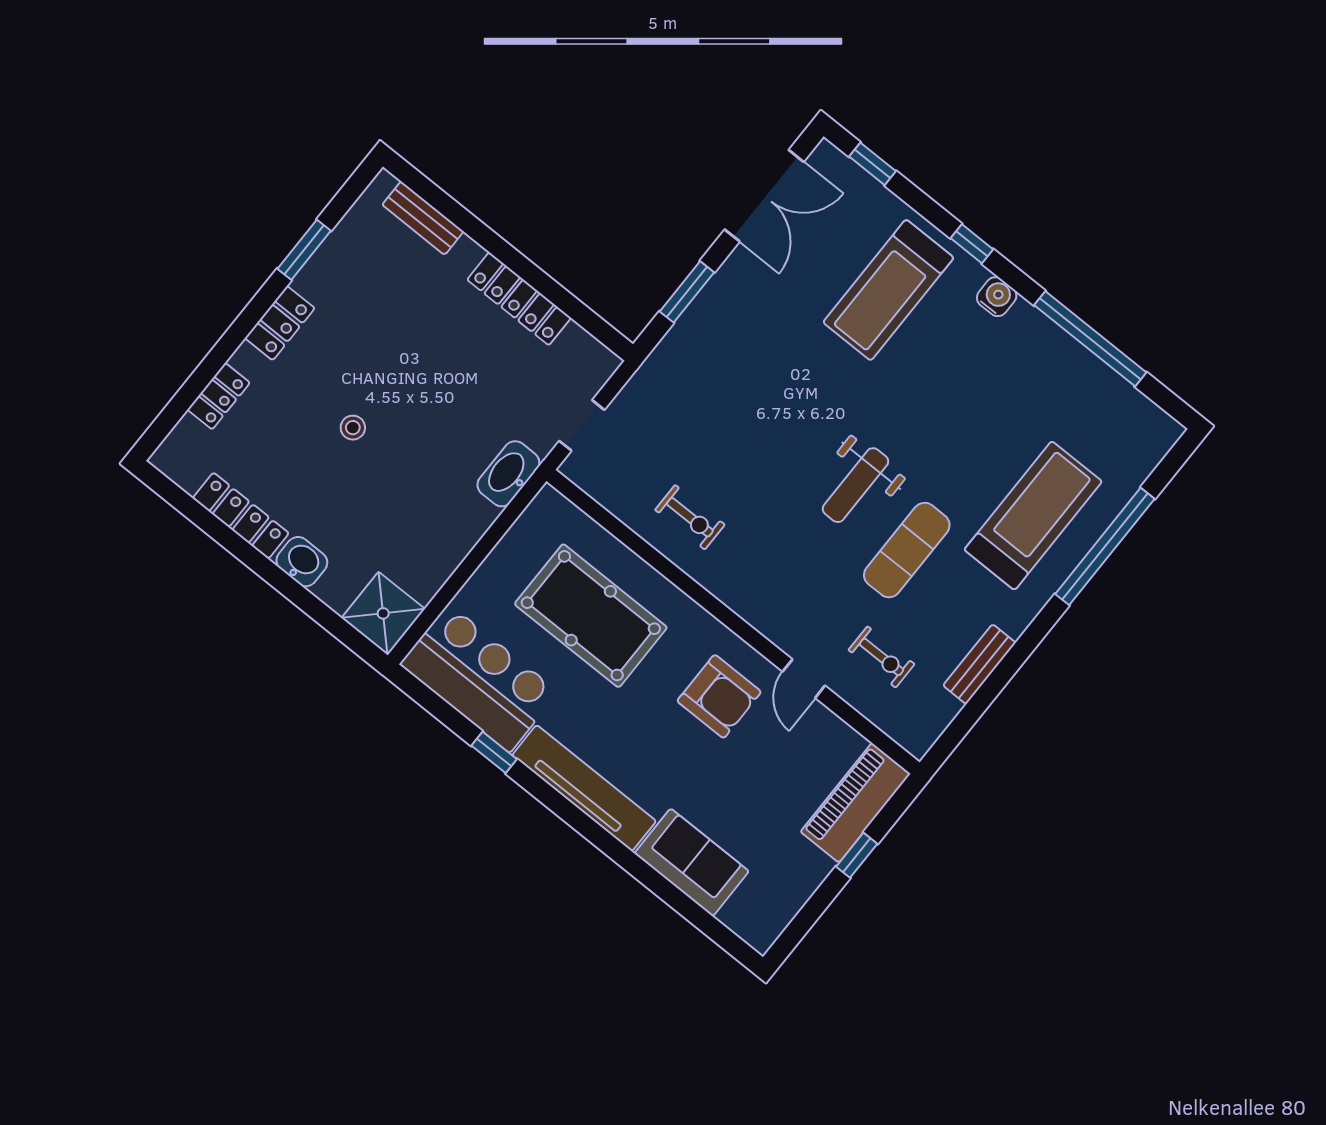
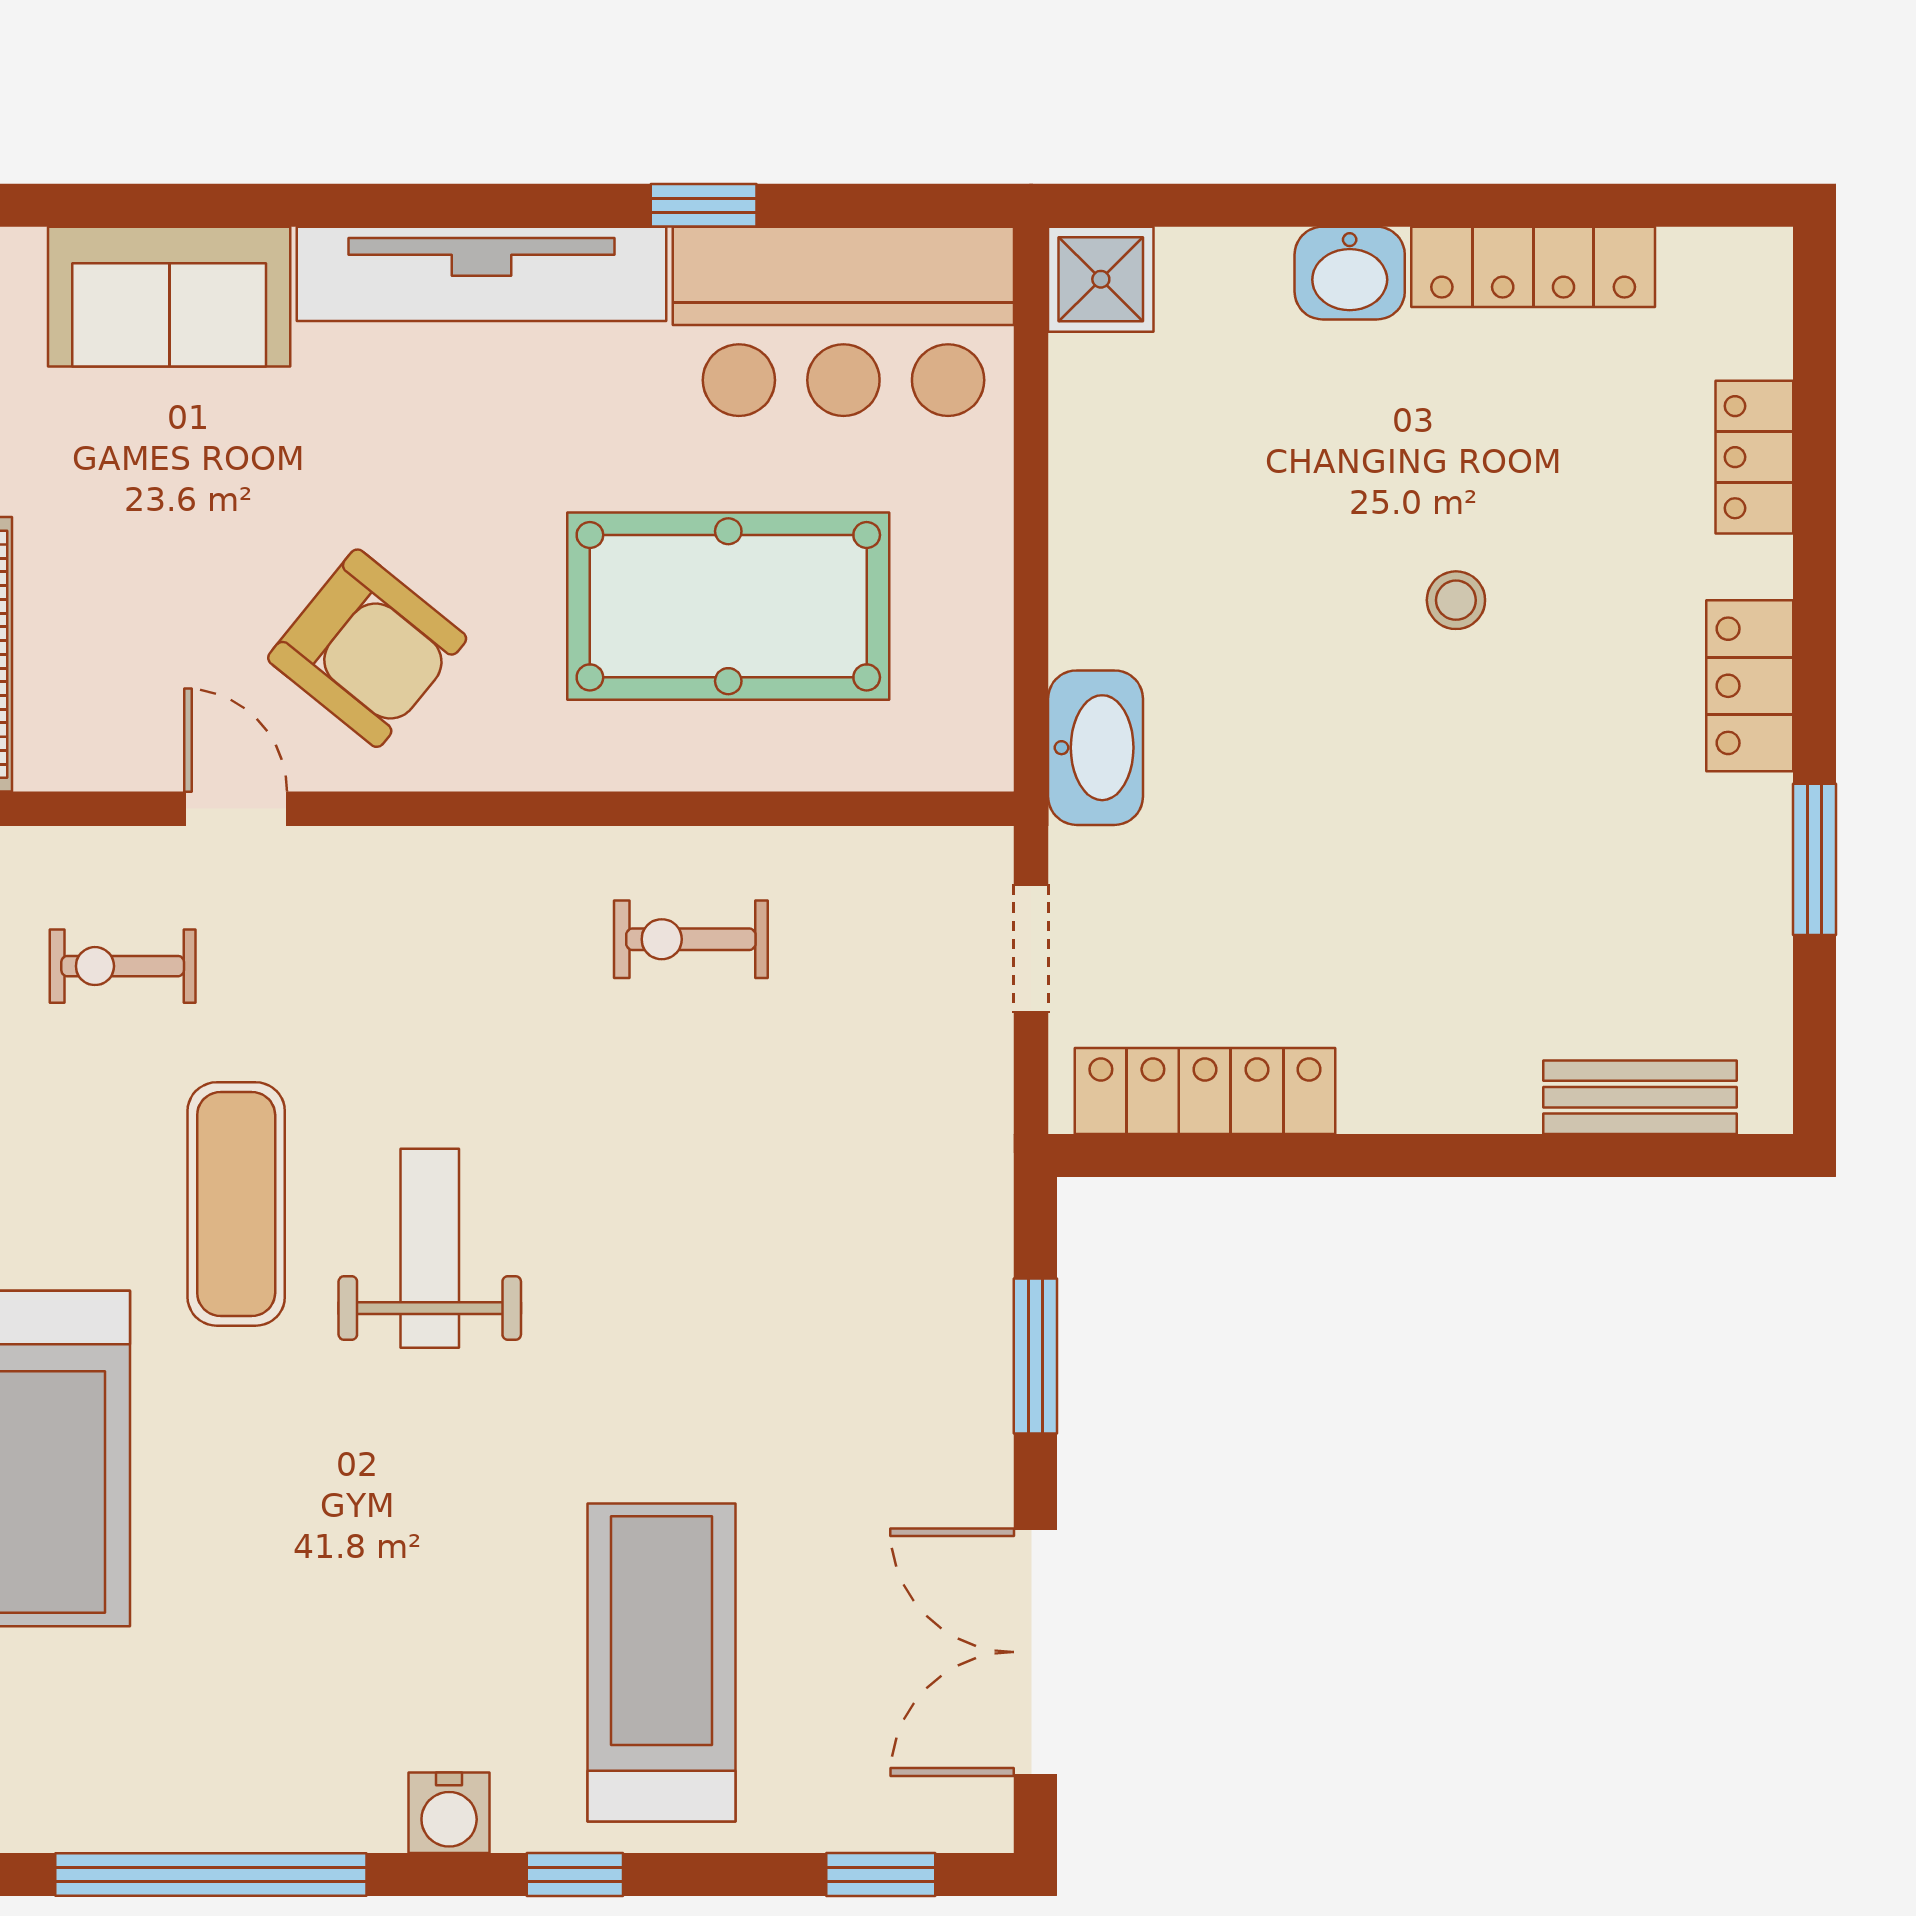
locker: (519, 299) -> (1205, 1091), moved
shower: (383, 613) -> (1101, 279), width x0.73, depth x0.73
armchair: (719, 696) -> (367, 648), turned -141

